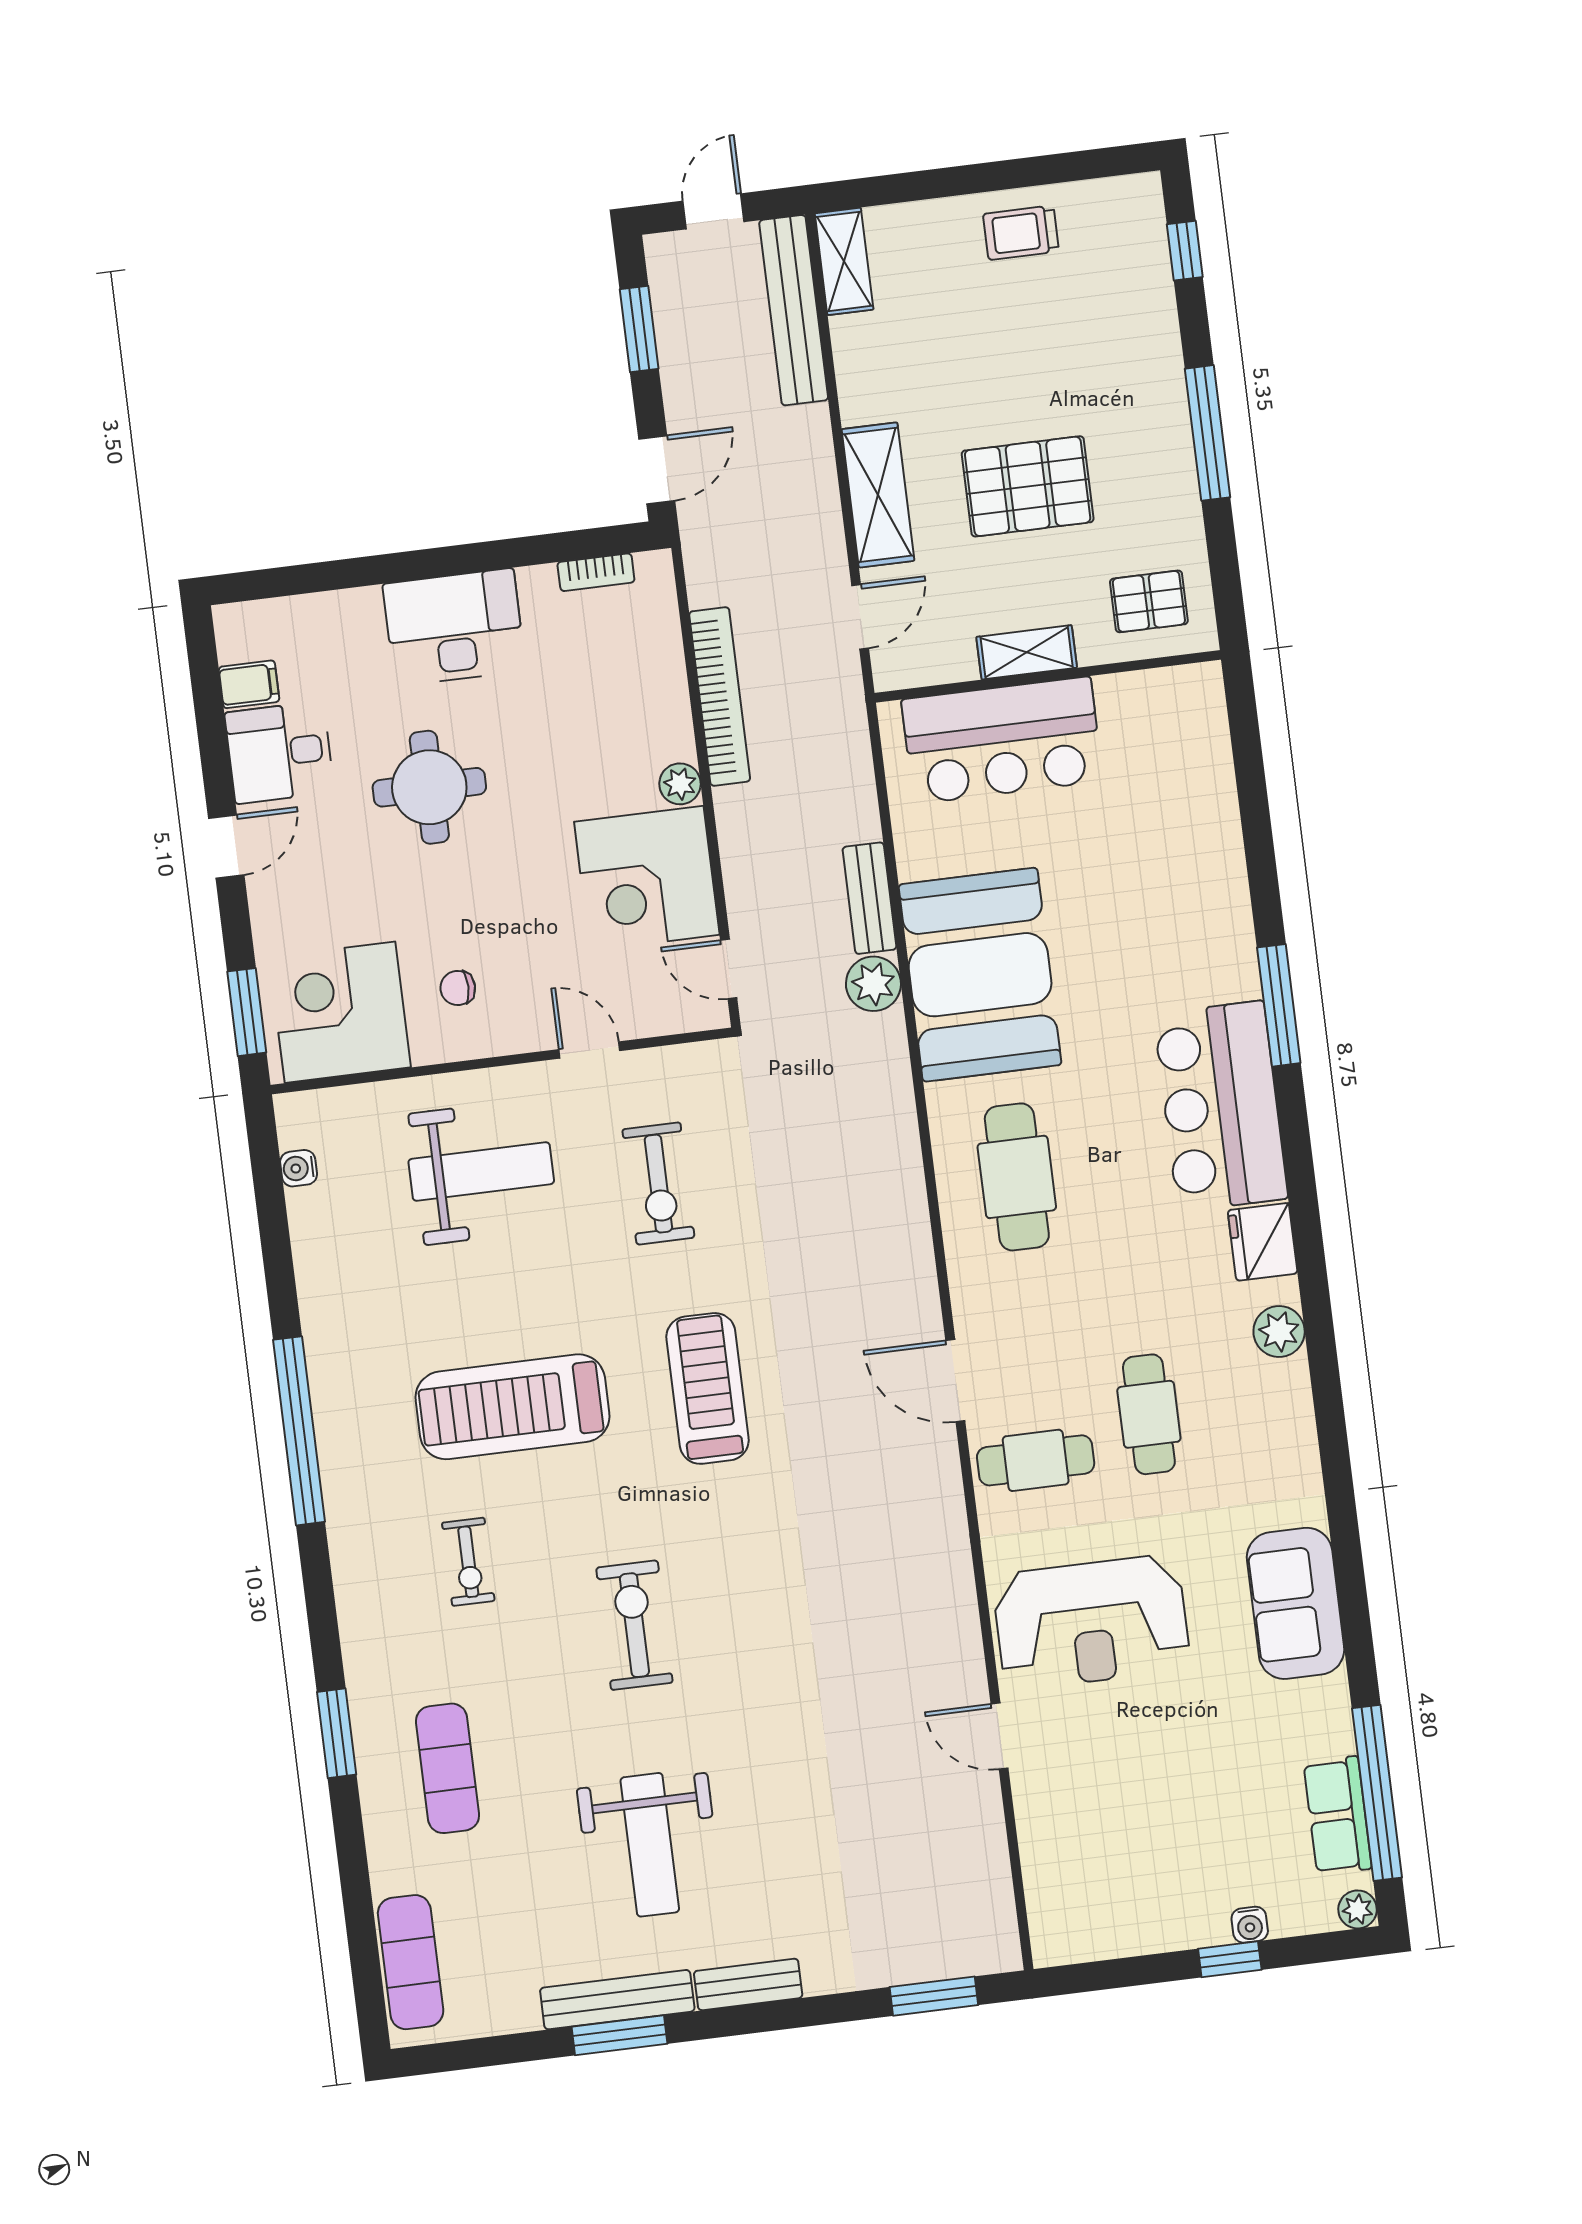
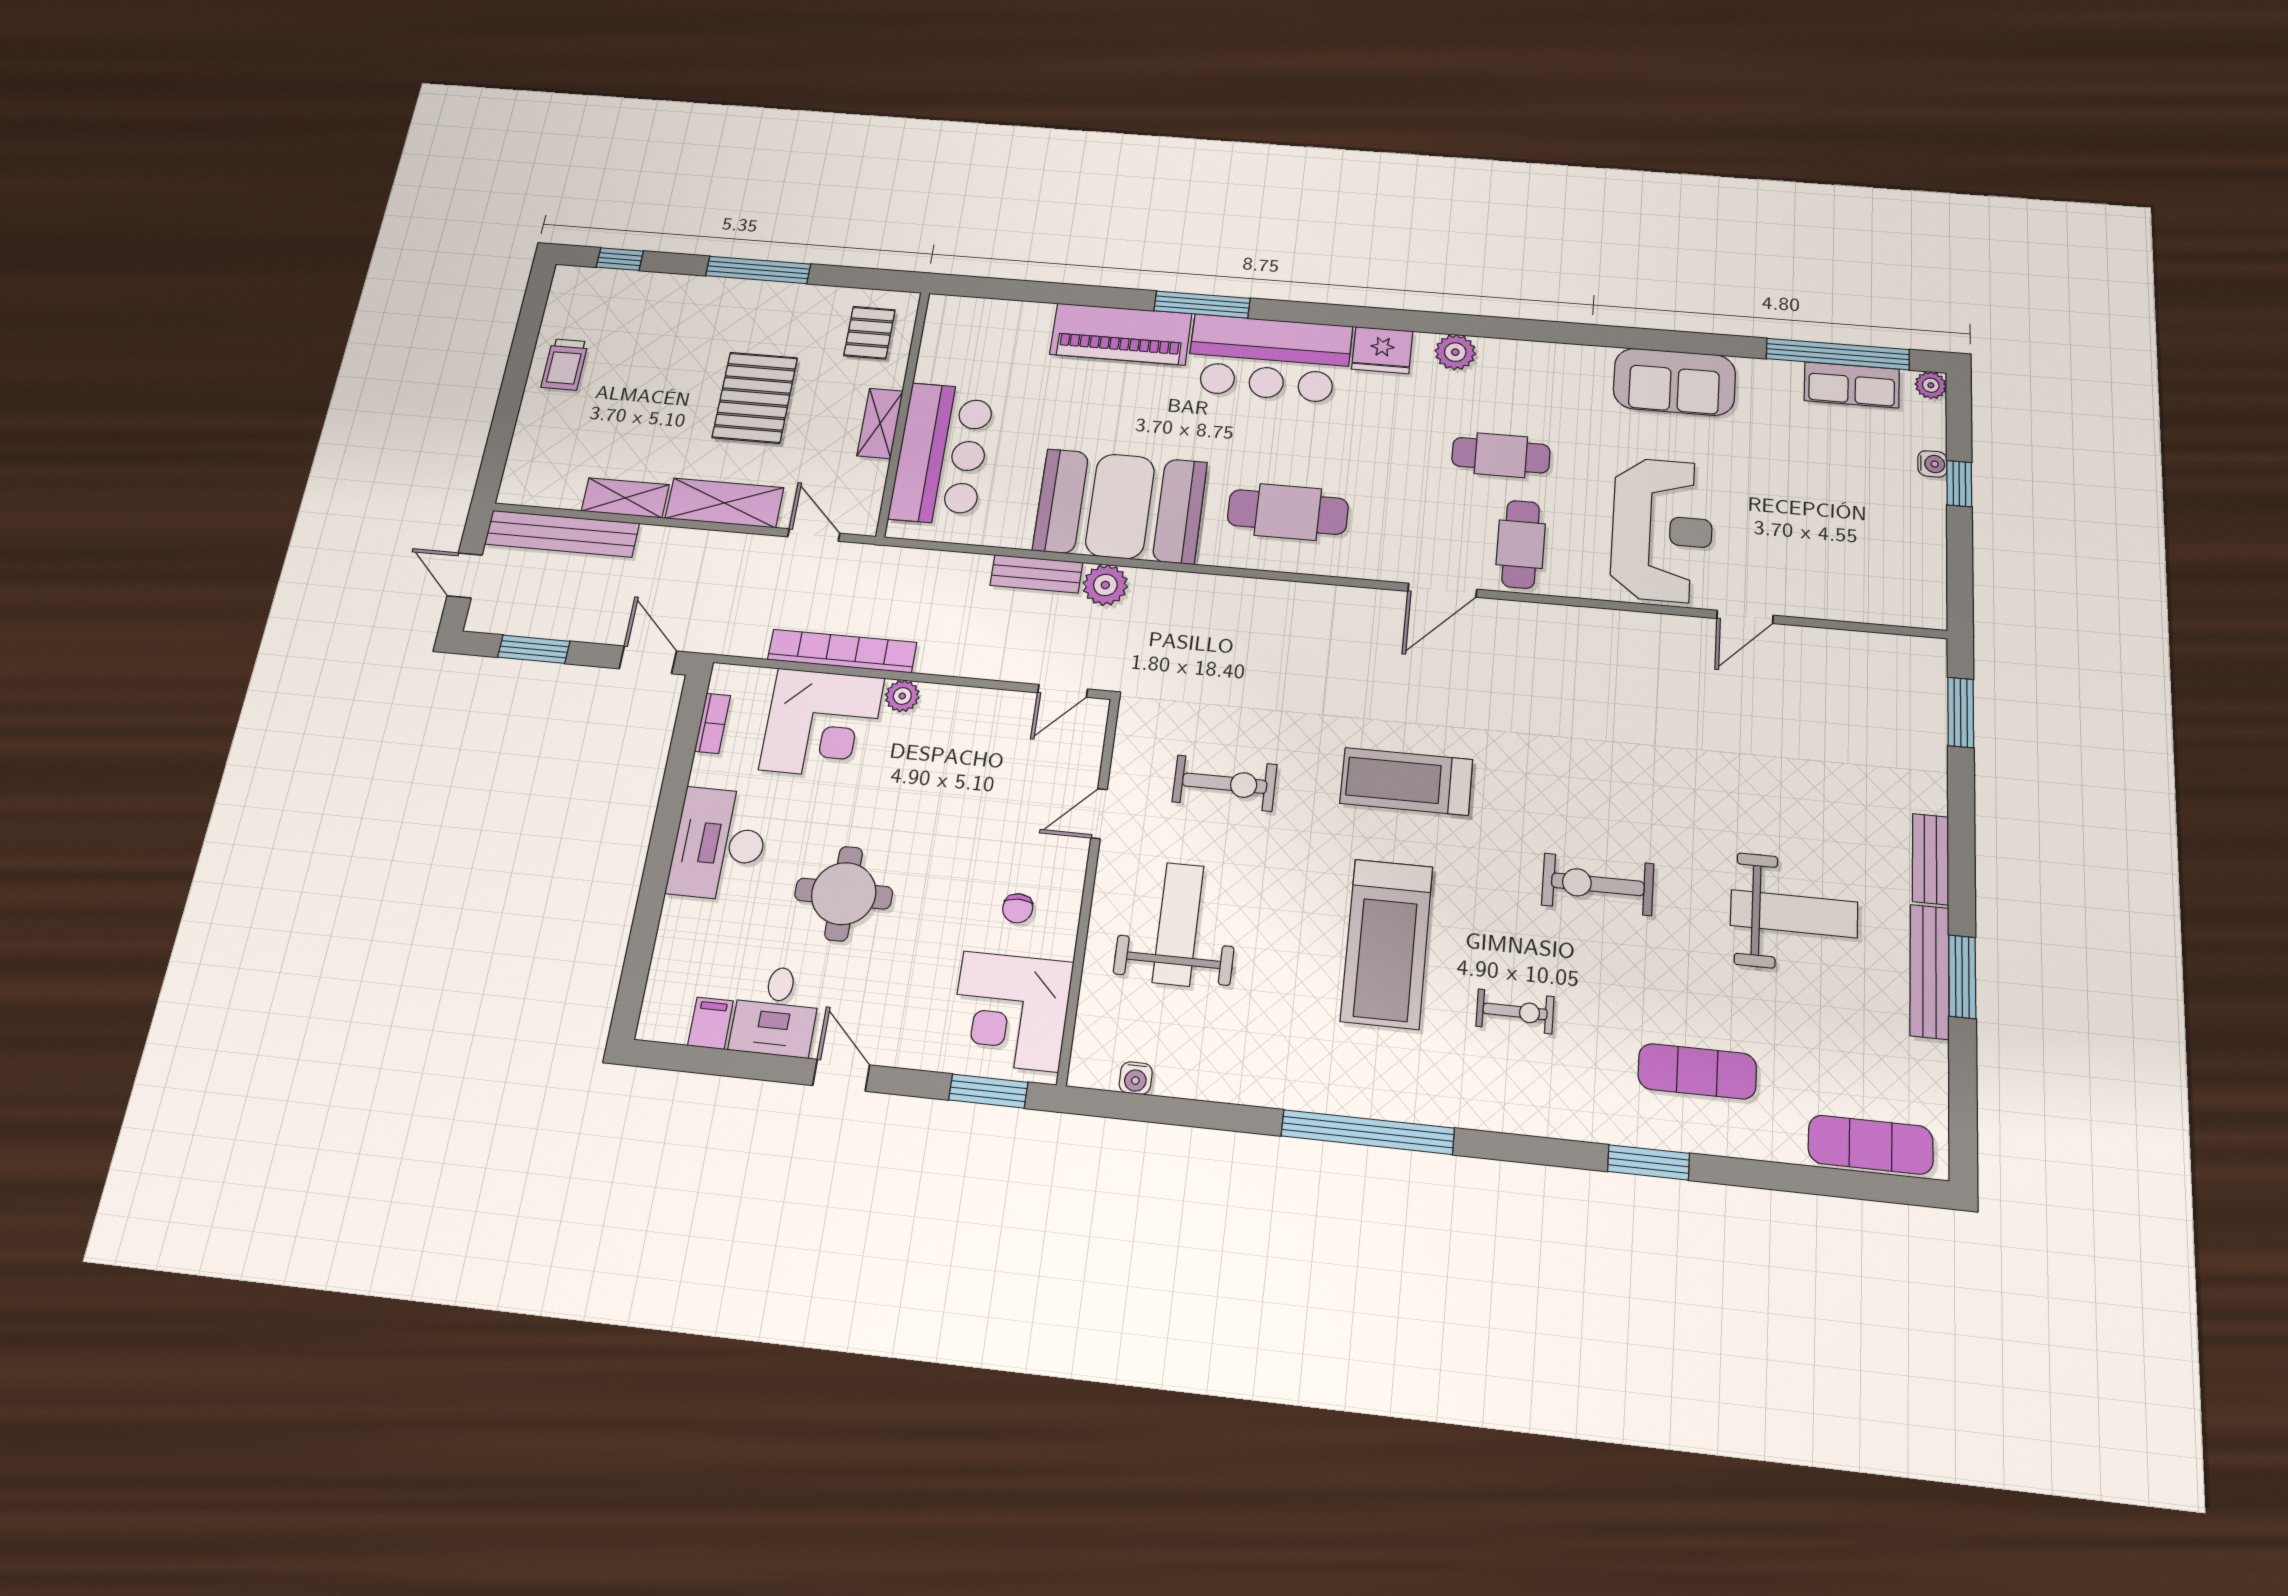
shelving: (844, 261) -> (625, 498), moved
corner desk: (647, 878) -> (822, 724), moved
piano: (1215, 915) -> (1121, 334), added

